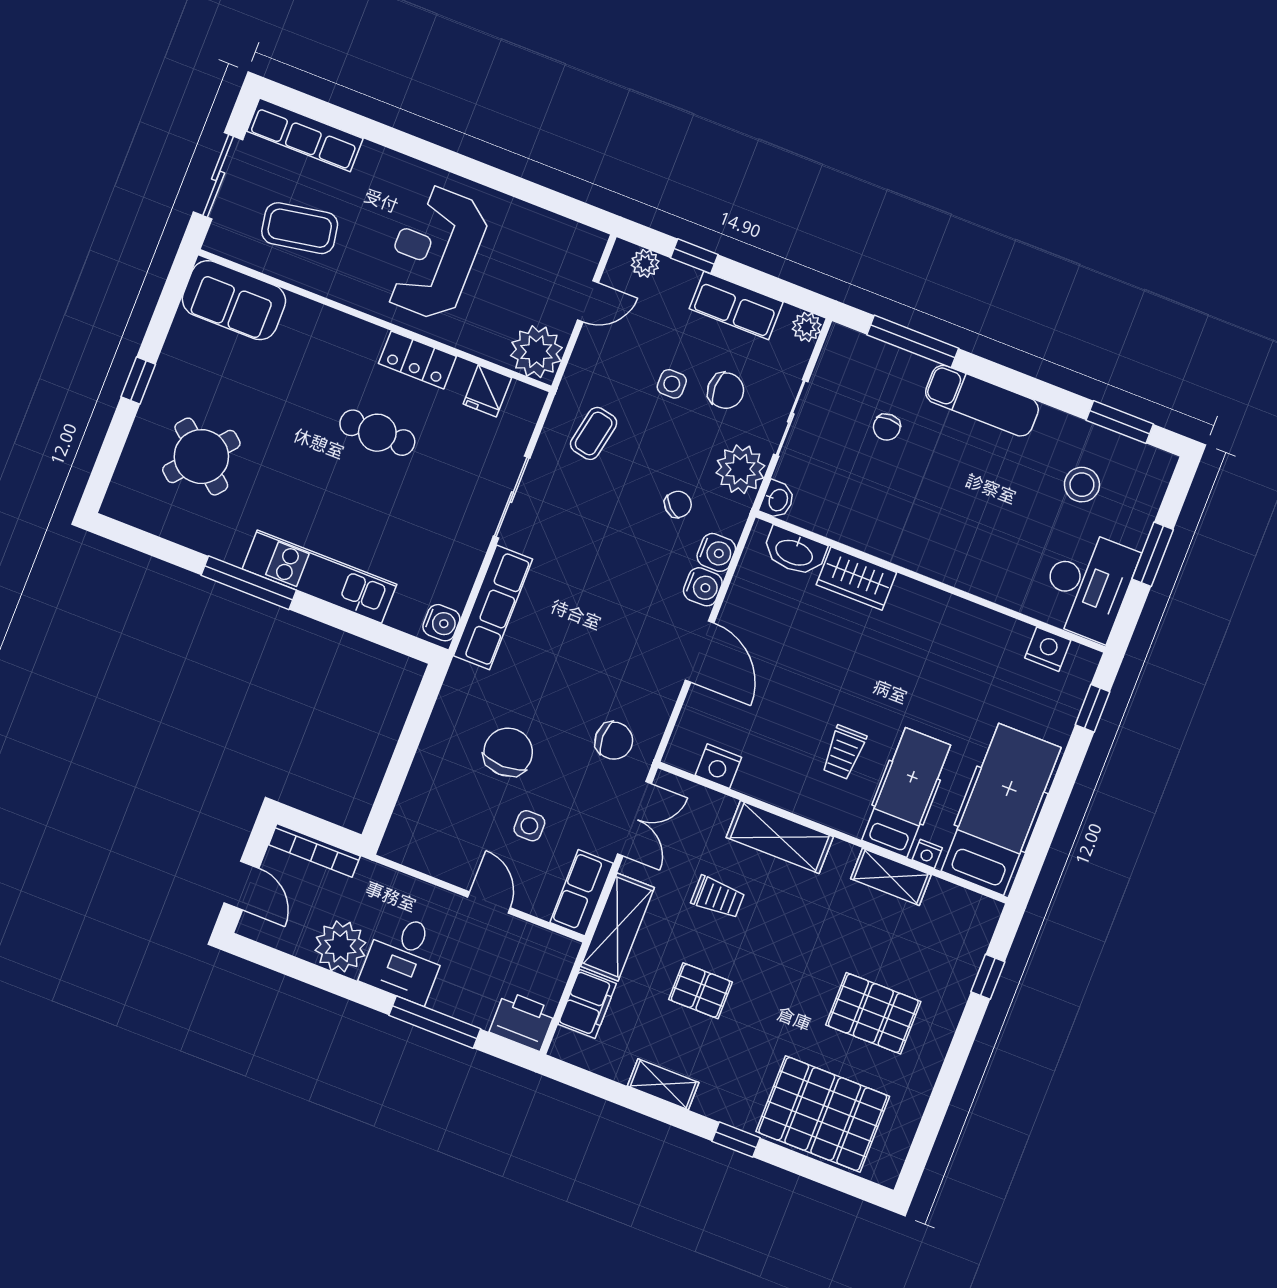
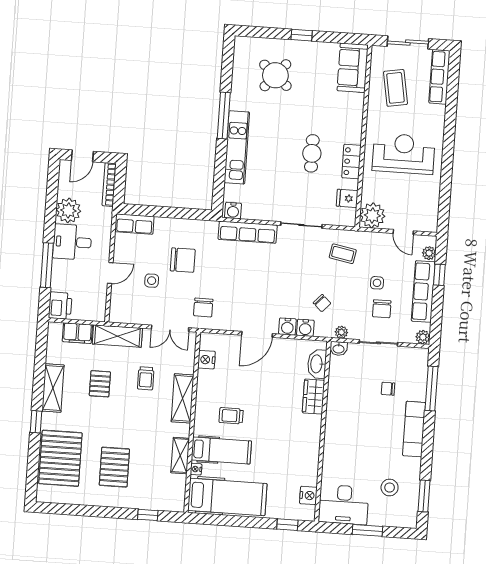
row of seats: (736, 305) -> (423, 292), width x1.48
plant: (740, 469) -> (341, 332), width x0.53, depth x0.53
row of seats: (582, 893) -> (134, 224), moved, turned 180
shelving: (663, 1084) -> (53, 388), width x1.50, depth x1.33

